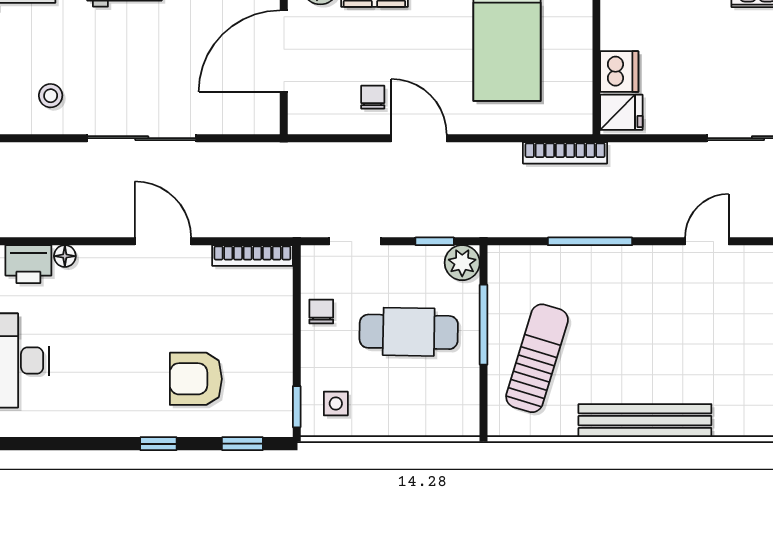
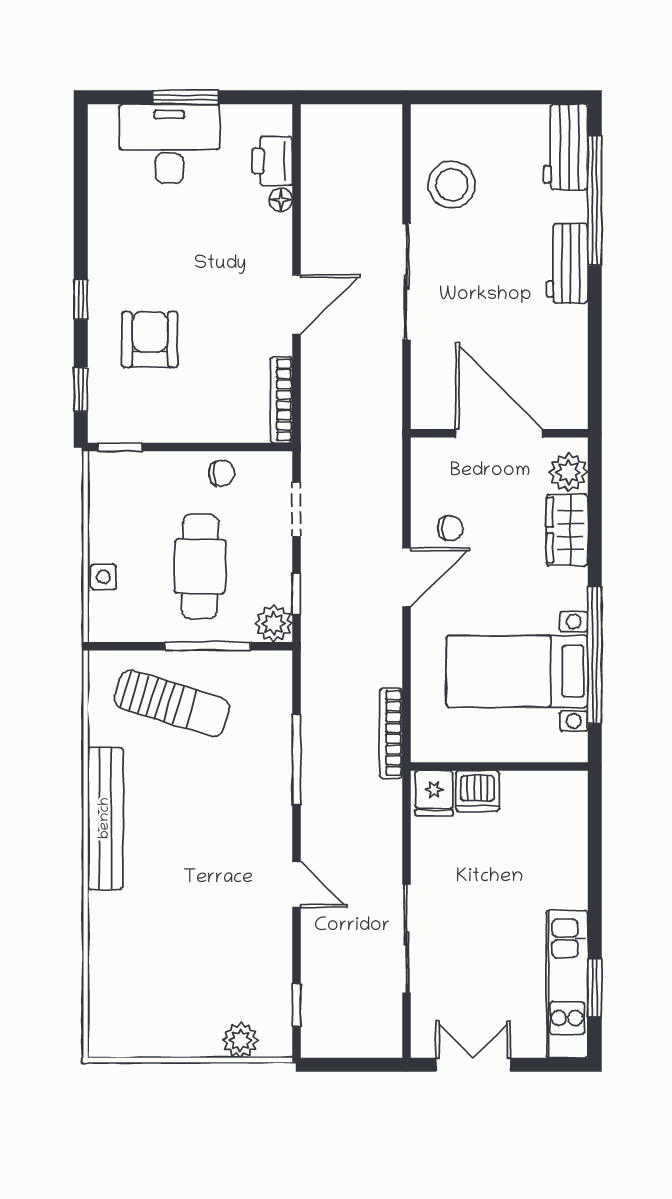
stool: (51, 96) -> (452, 185), width x1.89, depth x1.89
side table: (336, 404) -> (103, 577), moved

